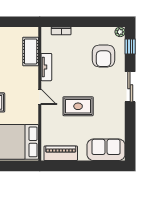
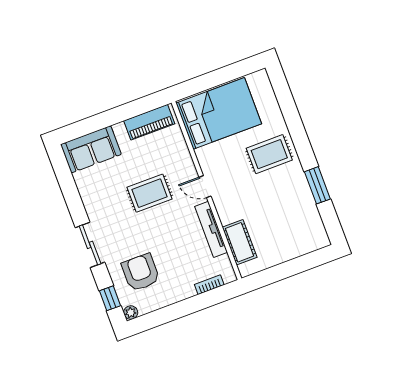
tv unit: (46, 67) -> (211, 229), width x1.41

